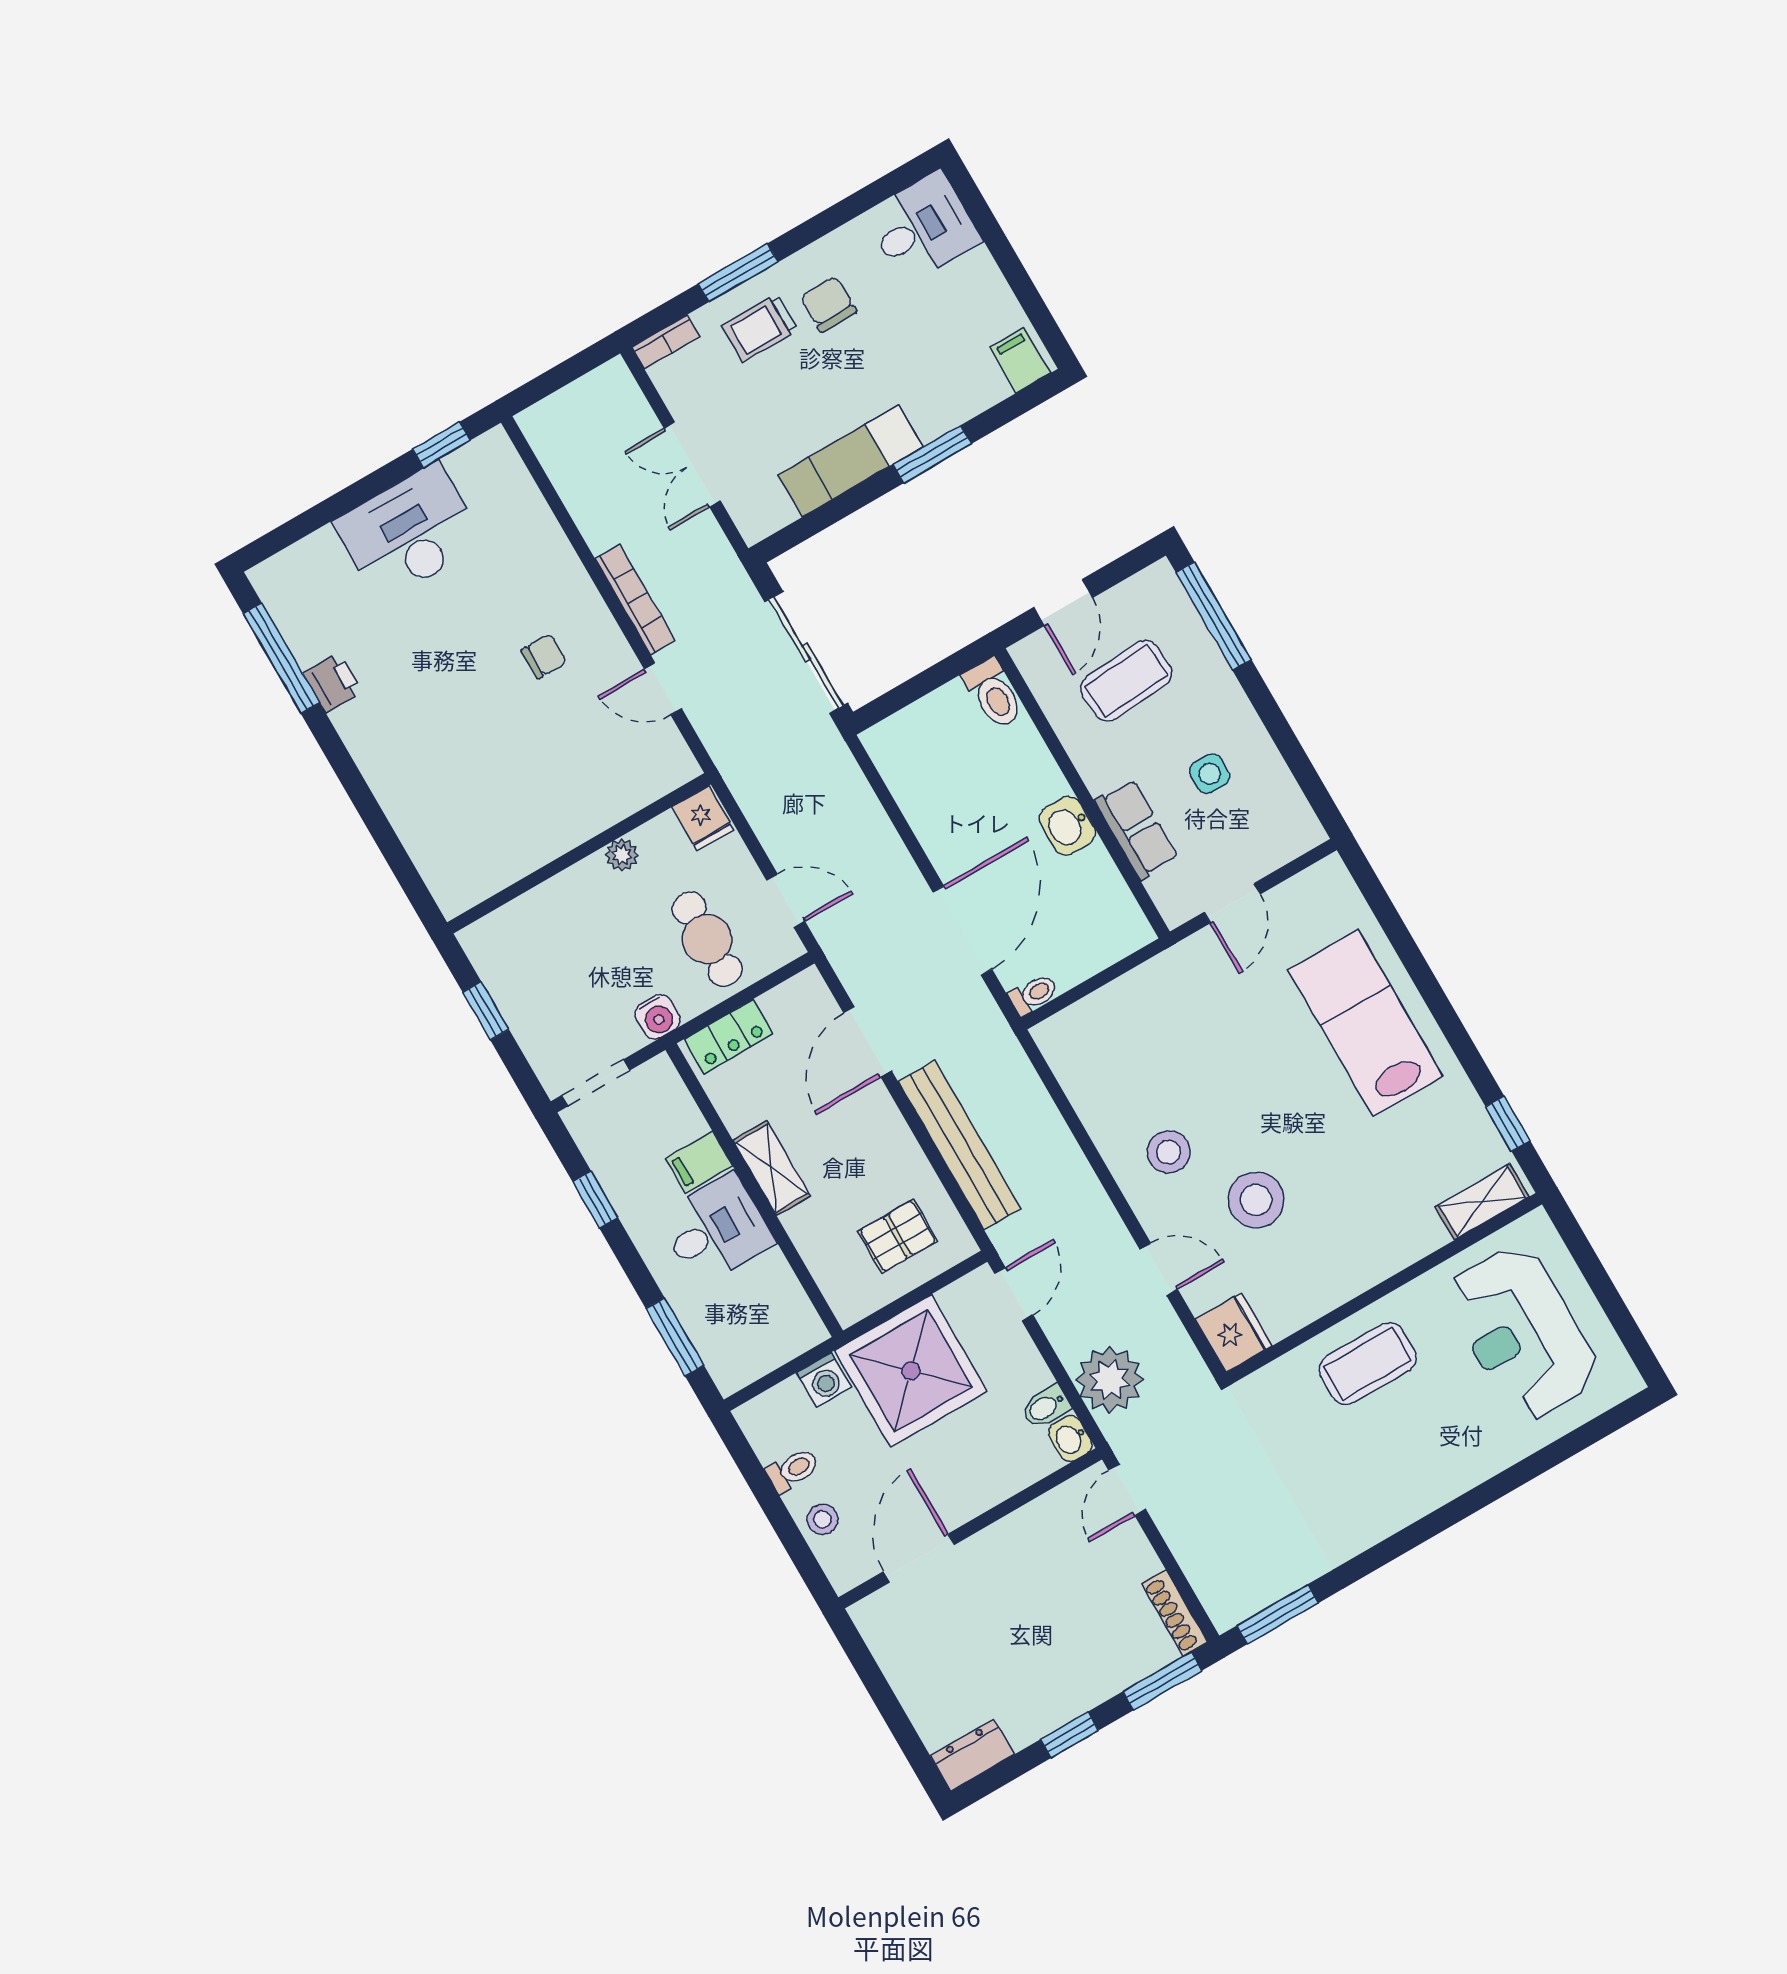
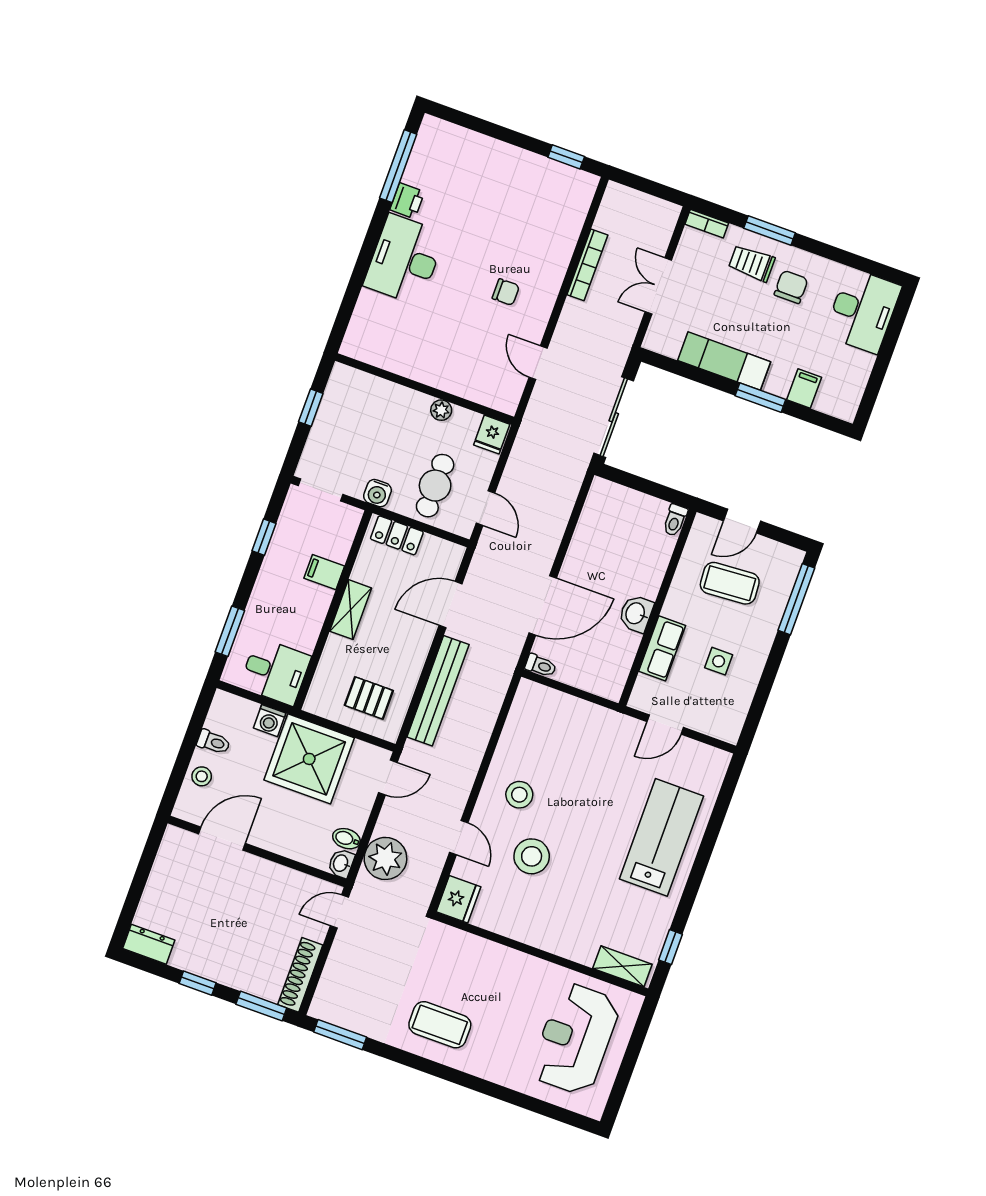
desk: (923, 227) -> (863, 311), width x1.37
filing cabinet: (1020, 360) -> (804, 389), moved
desk: (409, 532) -> (404, 259), moved, turned -90
bookcase: (635, 599) -> (587, 265), moved
toilet: (994, 694) -> (675, 520), width x0.73, depth x0.72
desk: (716, 1230) -> (275, 672), moved
coffee table: (1368, 1364) -> (440, 1025), moved
shoe rack: (1175, 1613) -> (300, 975), width x1.36, depth x1.24

